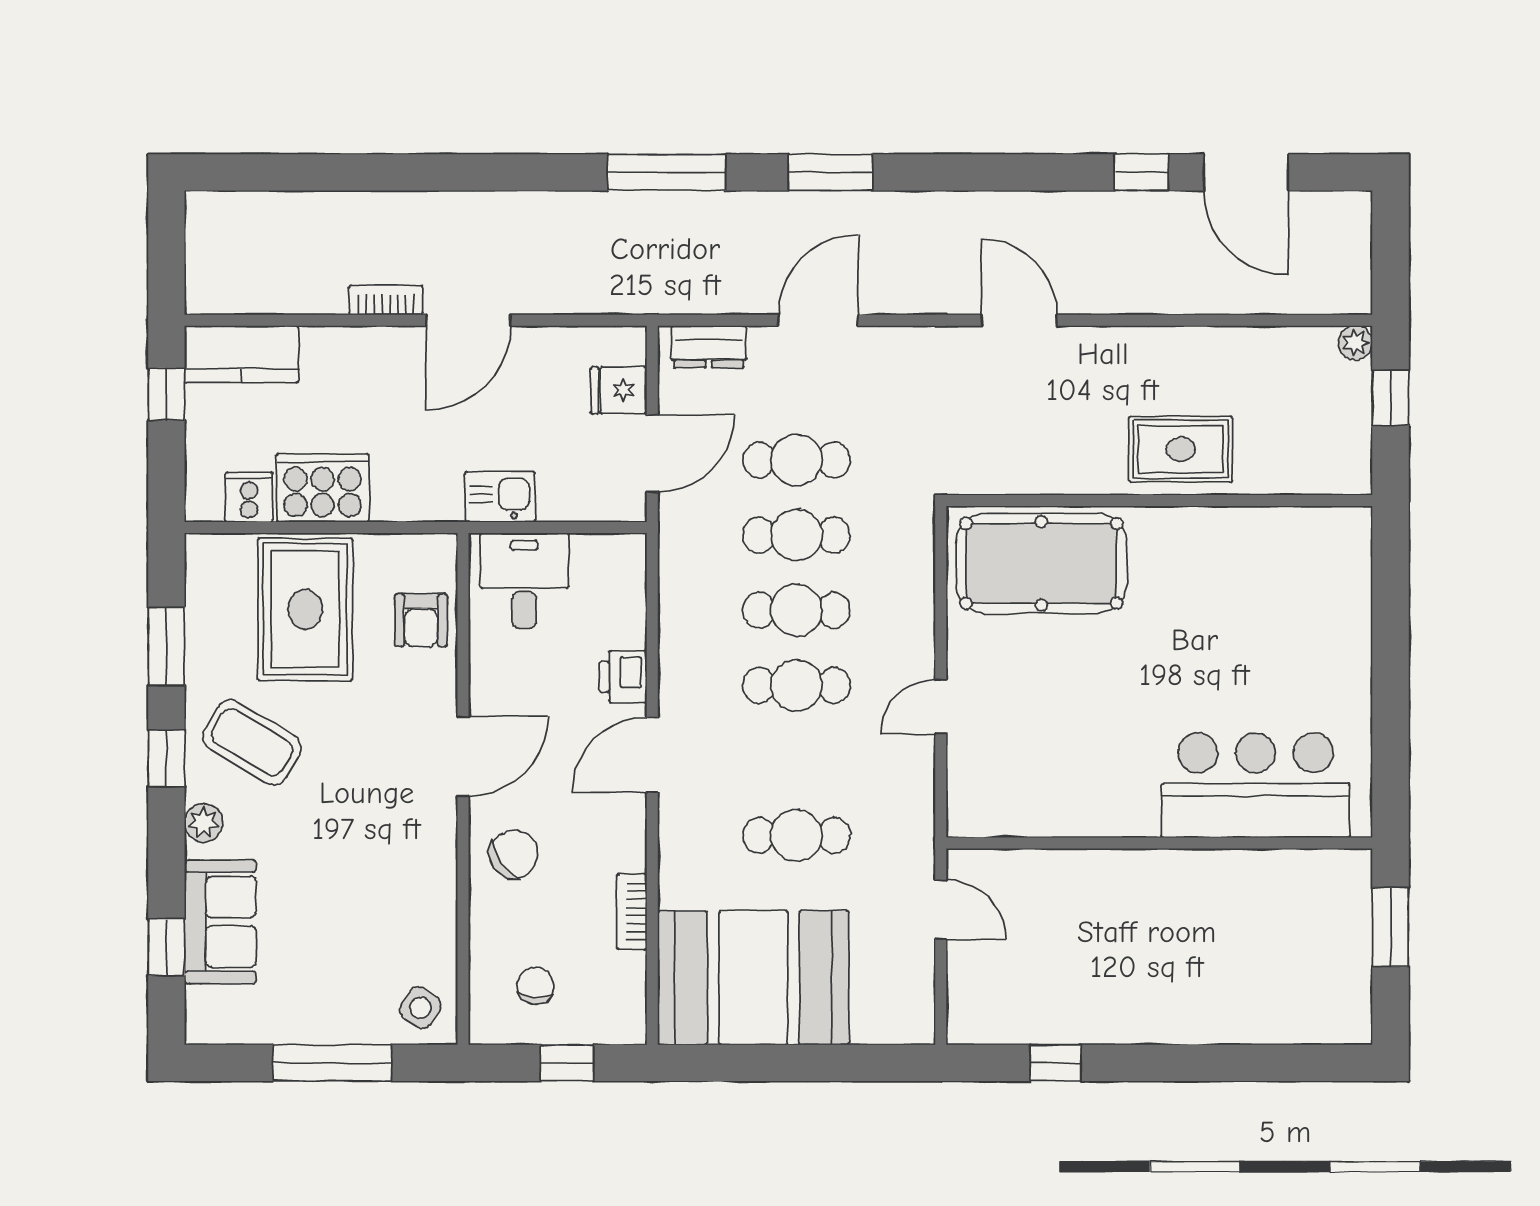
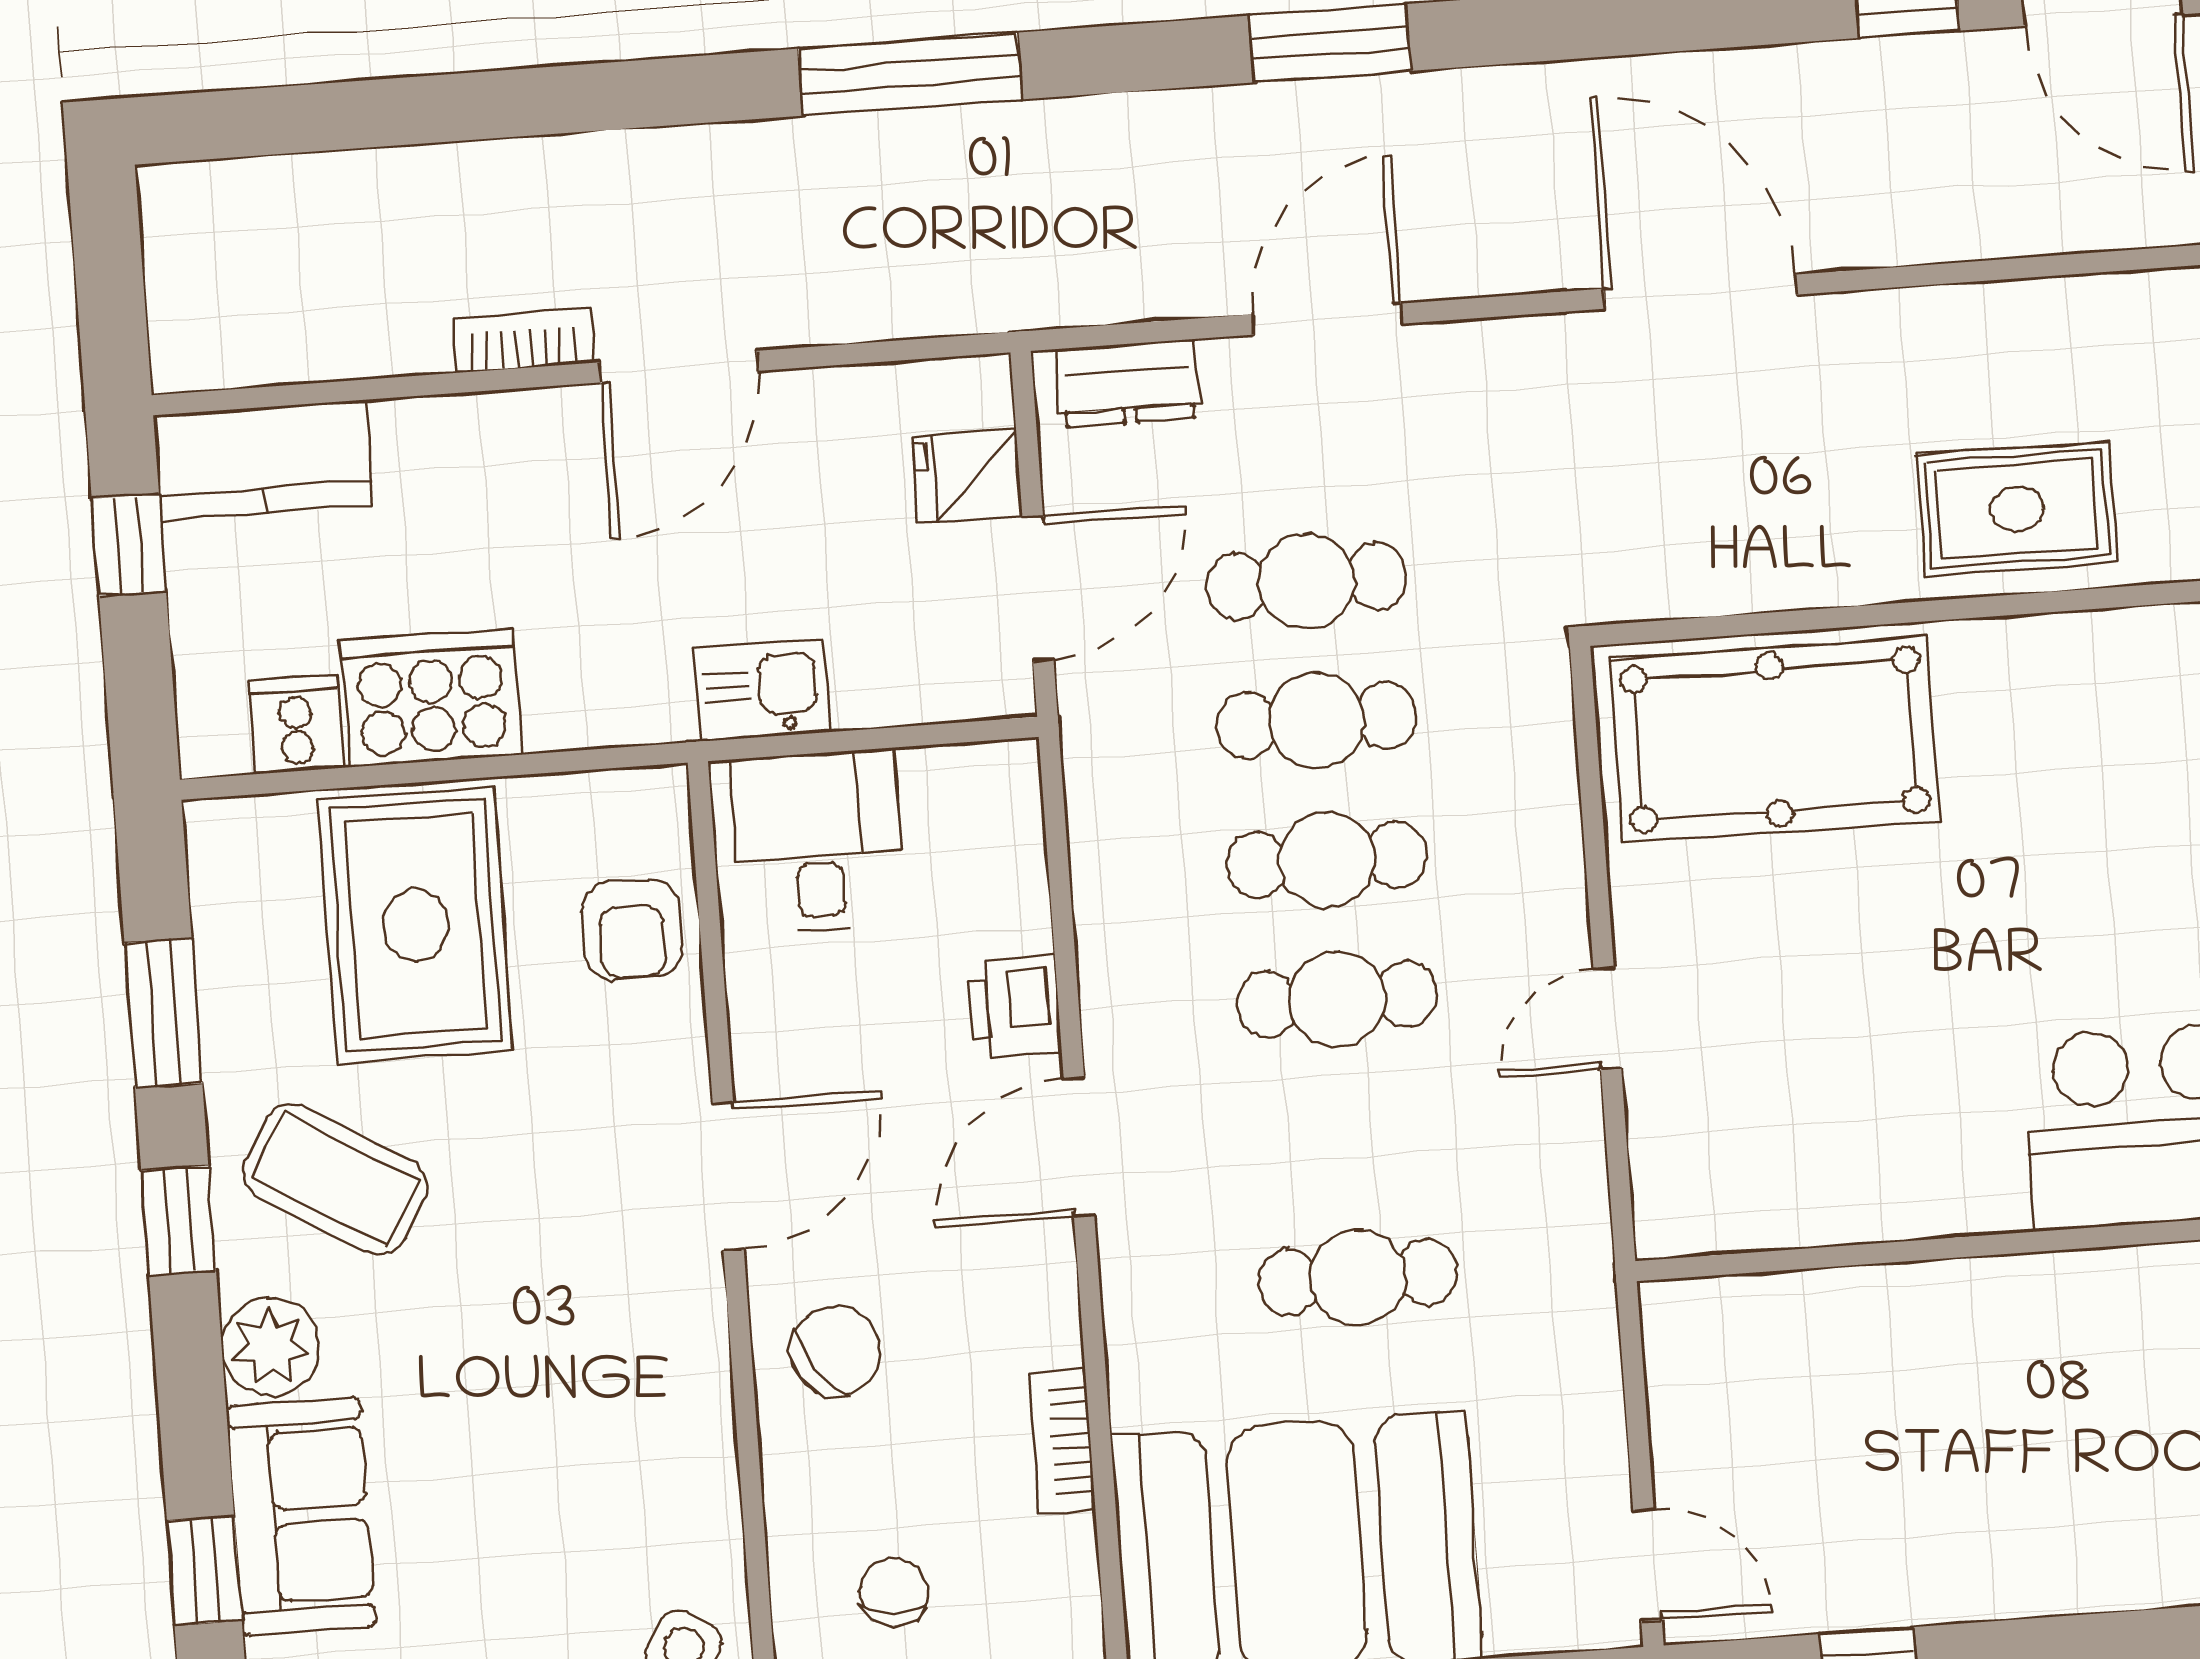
window: (667, 172) -> (910, 74), moved
door: (1019, 320) -> (1700, 292), width x1.36
plant: (204, 823) -> (271, 1347), width x1.38, depth x1.38
door: (941, 910) -> (1647, 1565), moved

